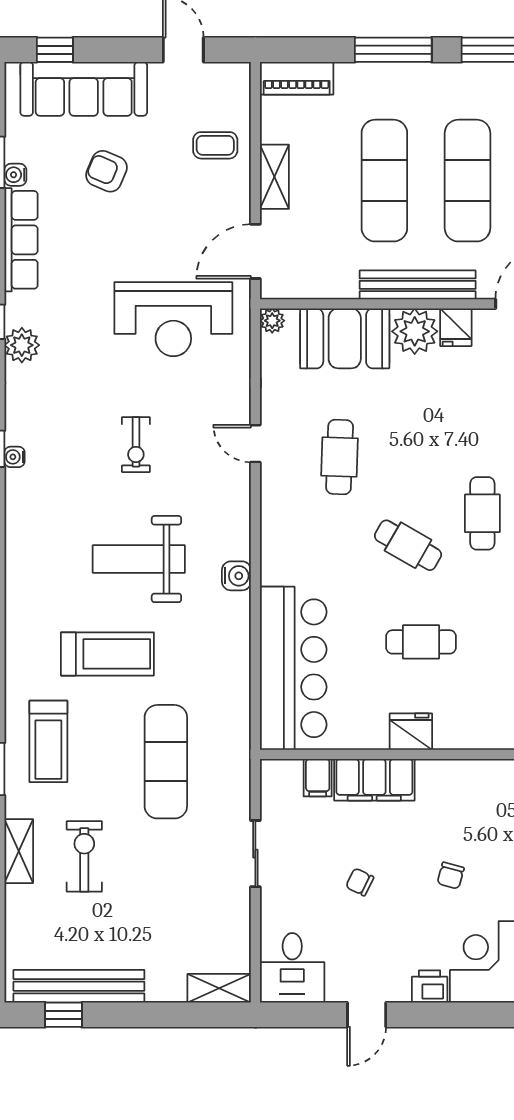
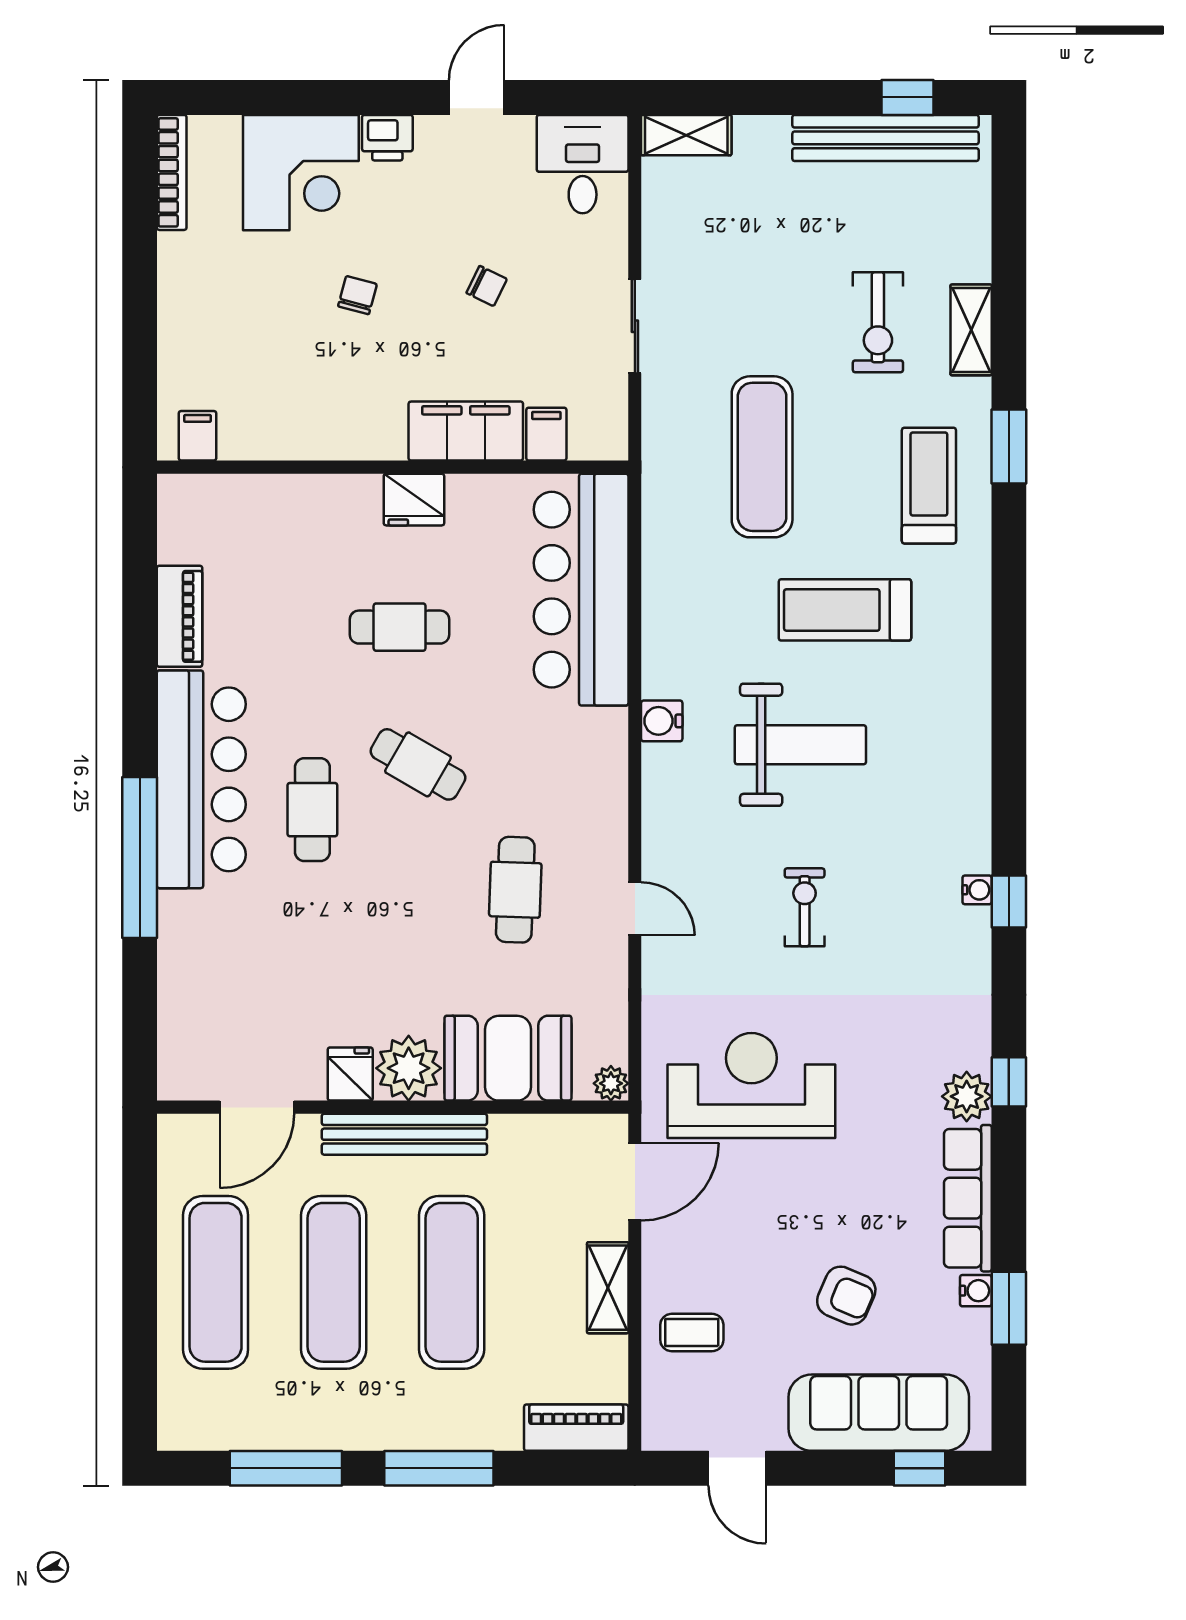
plant: (22, 345) -> (967, 1096), moved

